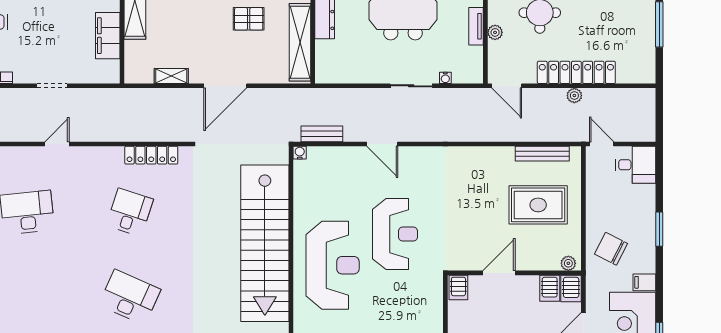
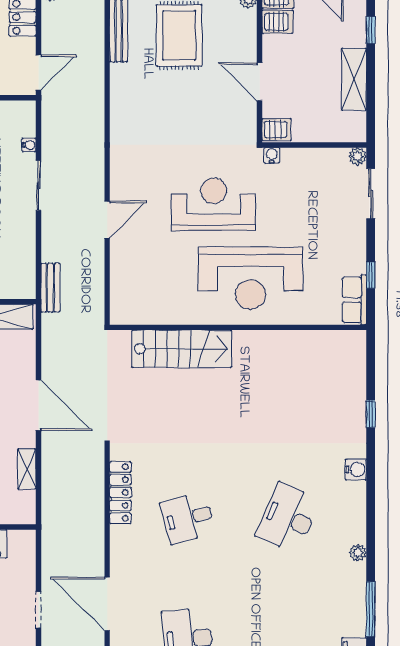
bench: (322, 134) -> (50, 288), moved
door: (57, 144) -> (107, 604), width x1.88
water cooler: (300, 153) -> (272, 155), moved, turned 90
desk: (130, 212) -> (188, 518), turned -33
stairs: (265, 243) -> (182, 349), width x0.54, depth x0.66
reception desk: (333, 265) -> (250, 278), turned 180

